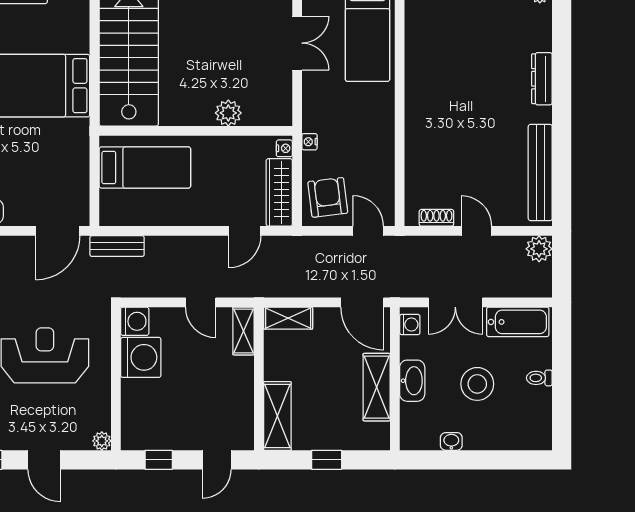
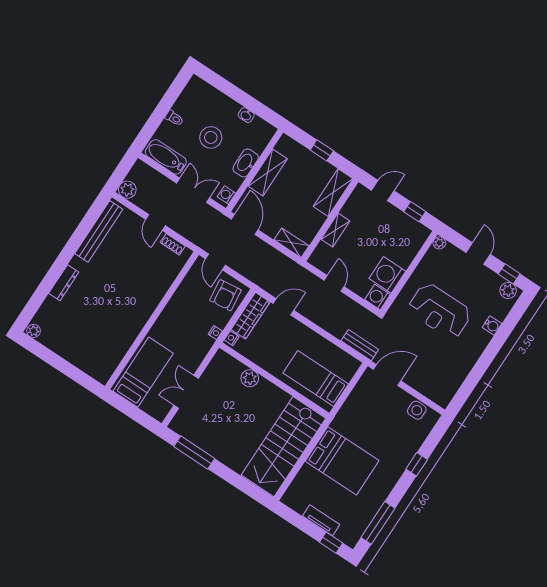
shelving: (243, 331) -> (335, 230), moved

